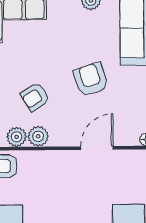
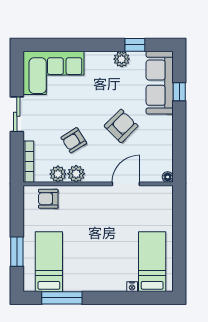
armchair: (91, 79) -> (121, 126), turned 63

